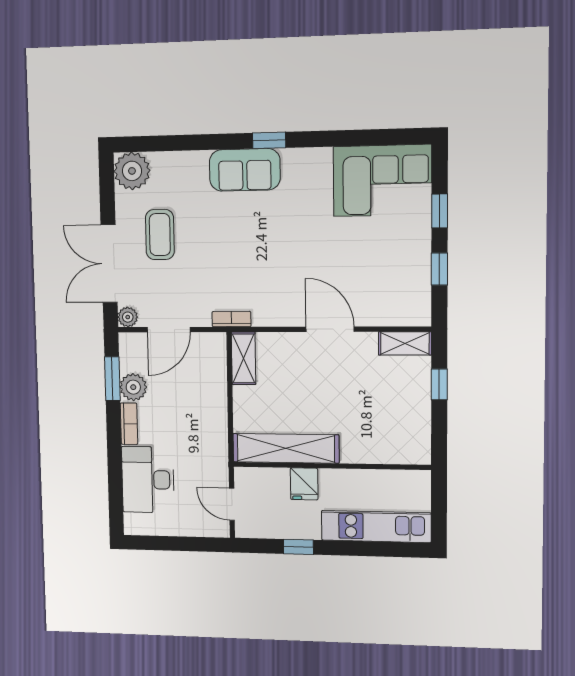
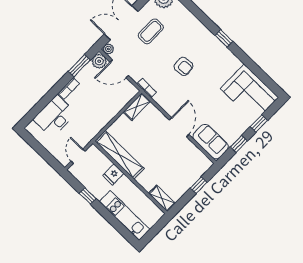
sofa: (245, 170) -> (211, 142), moved, turned 180
armchair: (252, 238) -> (183, 66), added
shelving: (405, 343) -> (162, 198), moved
plant: (133, 387) -> (99, 61), moved

